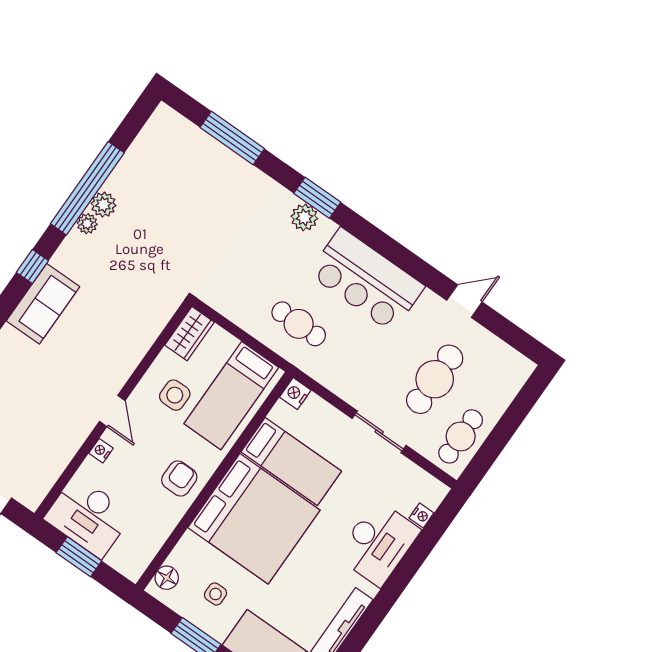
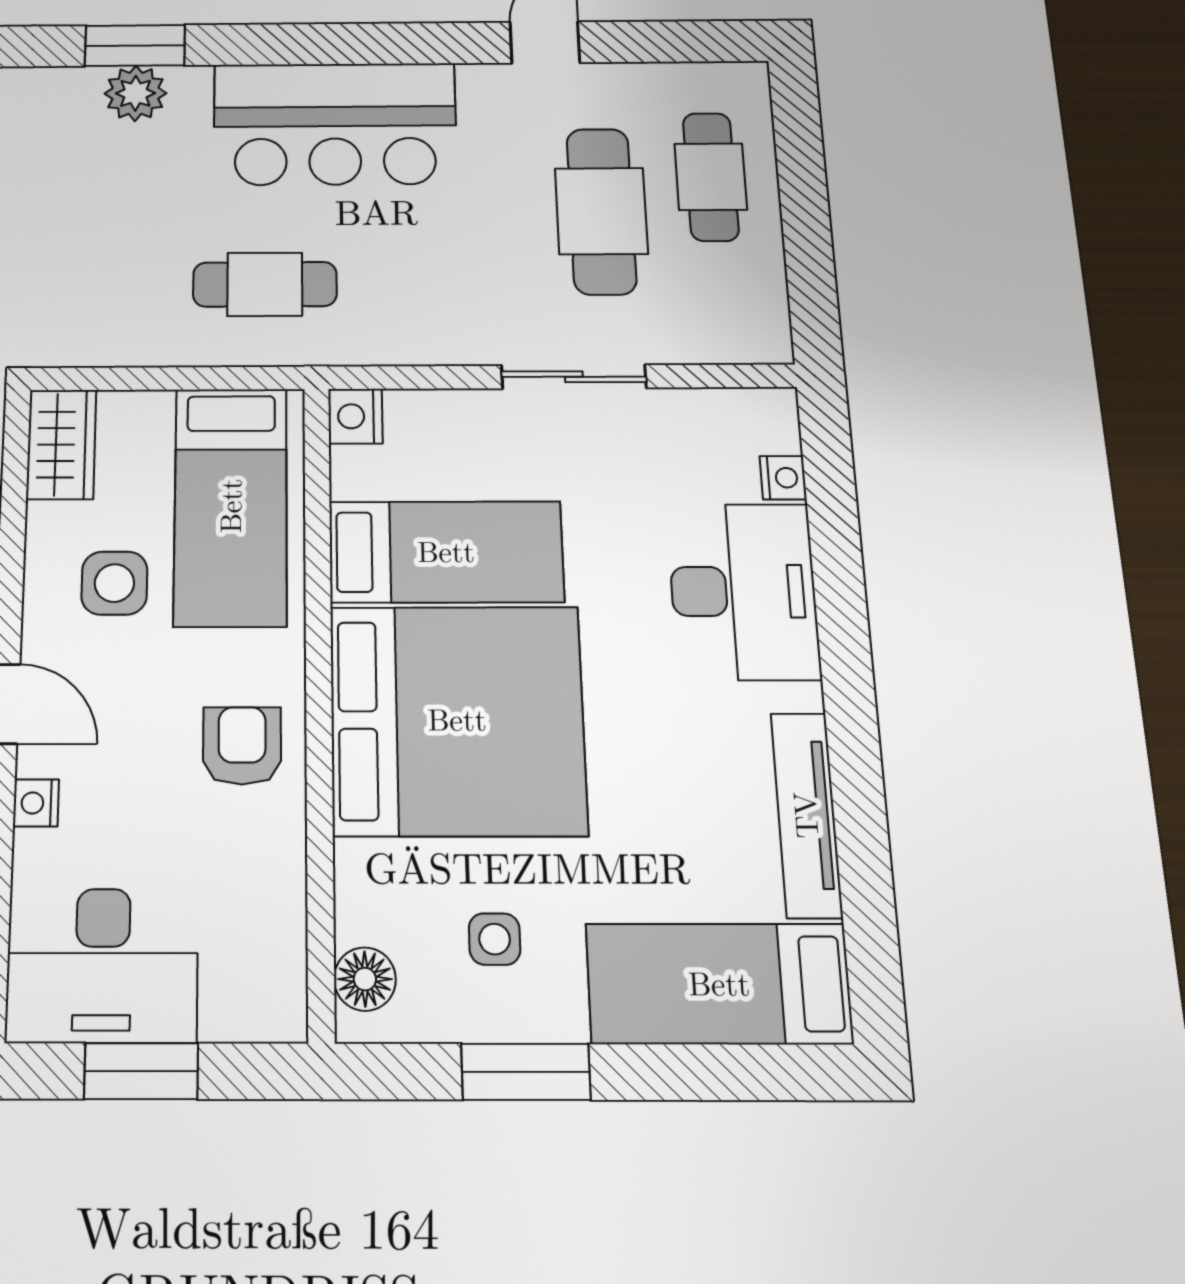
cafe table: (461, 436) -> (711, 177), moved

